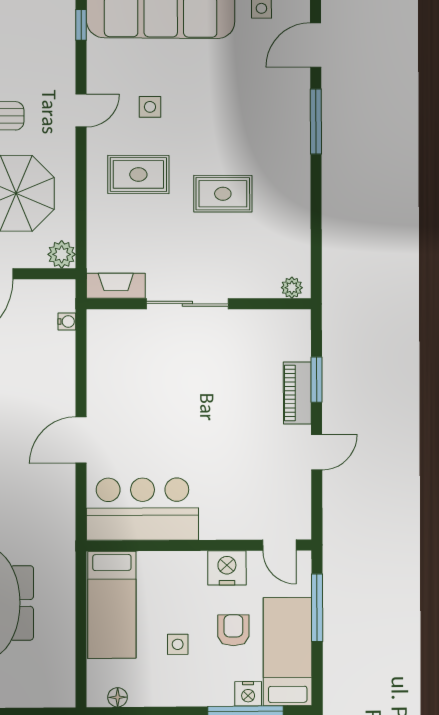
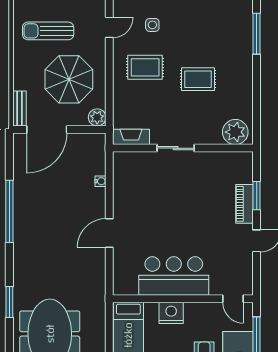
plant: (292, 288) -> (235, 132), width x1.88, depth x1.88
sliding door: (187, 304) -> (176, 148), width x0.73
water cooler: (67, 322) -> (100, 181), moved
bar counter: (143, 509) -> (174, 276), moved
nightstand: (227, 568) -> (171, 313), moved

